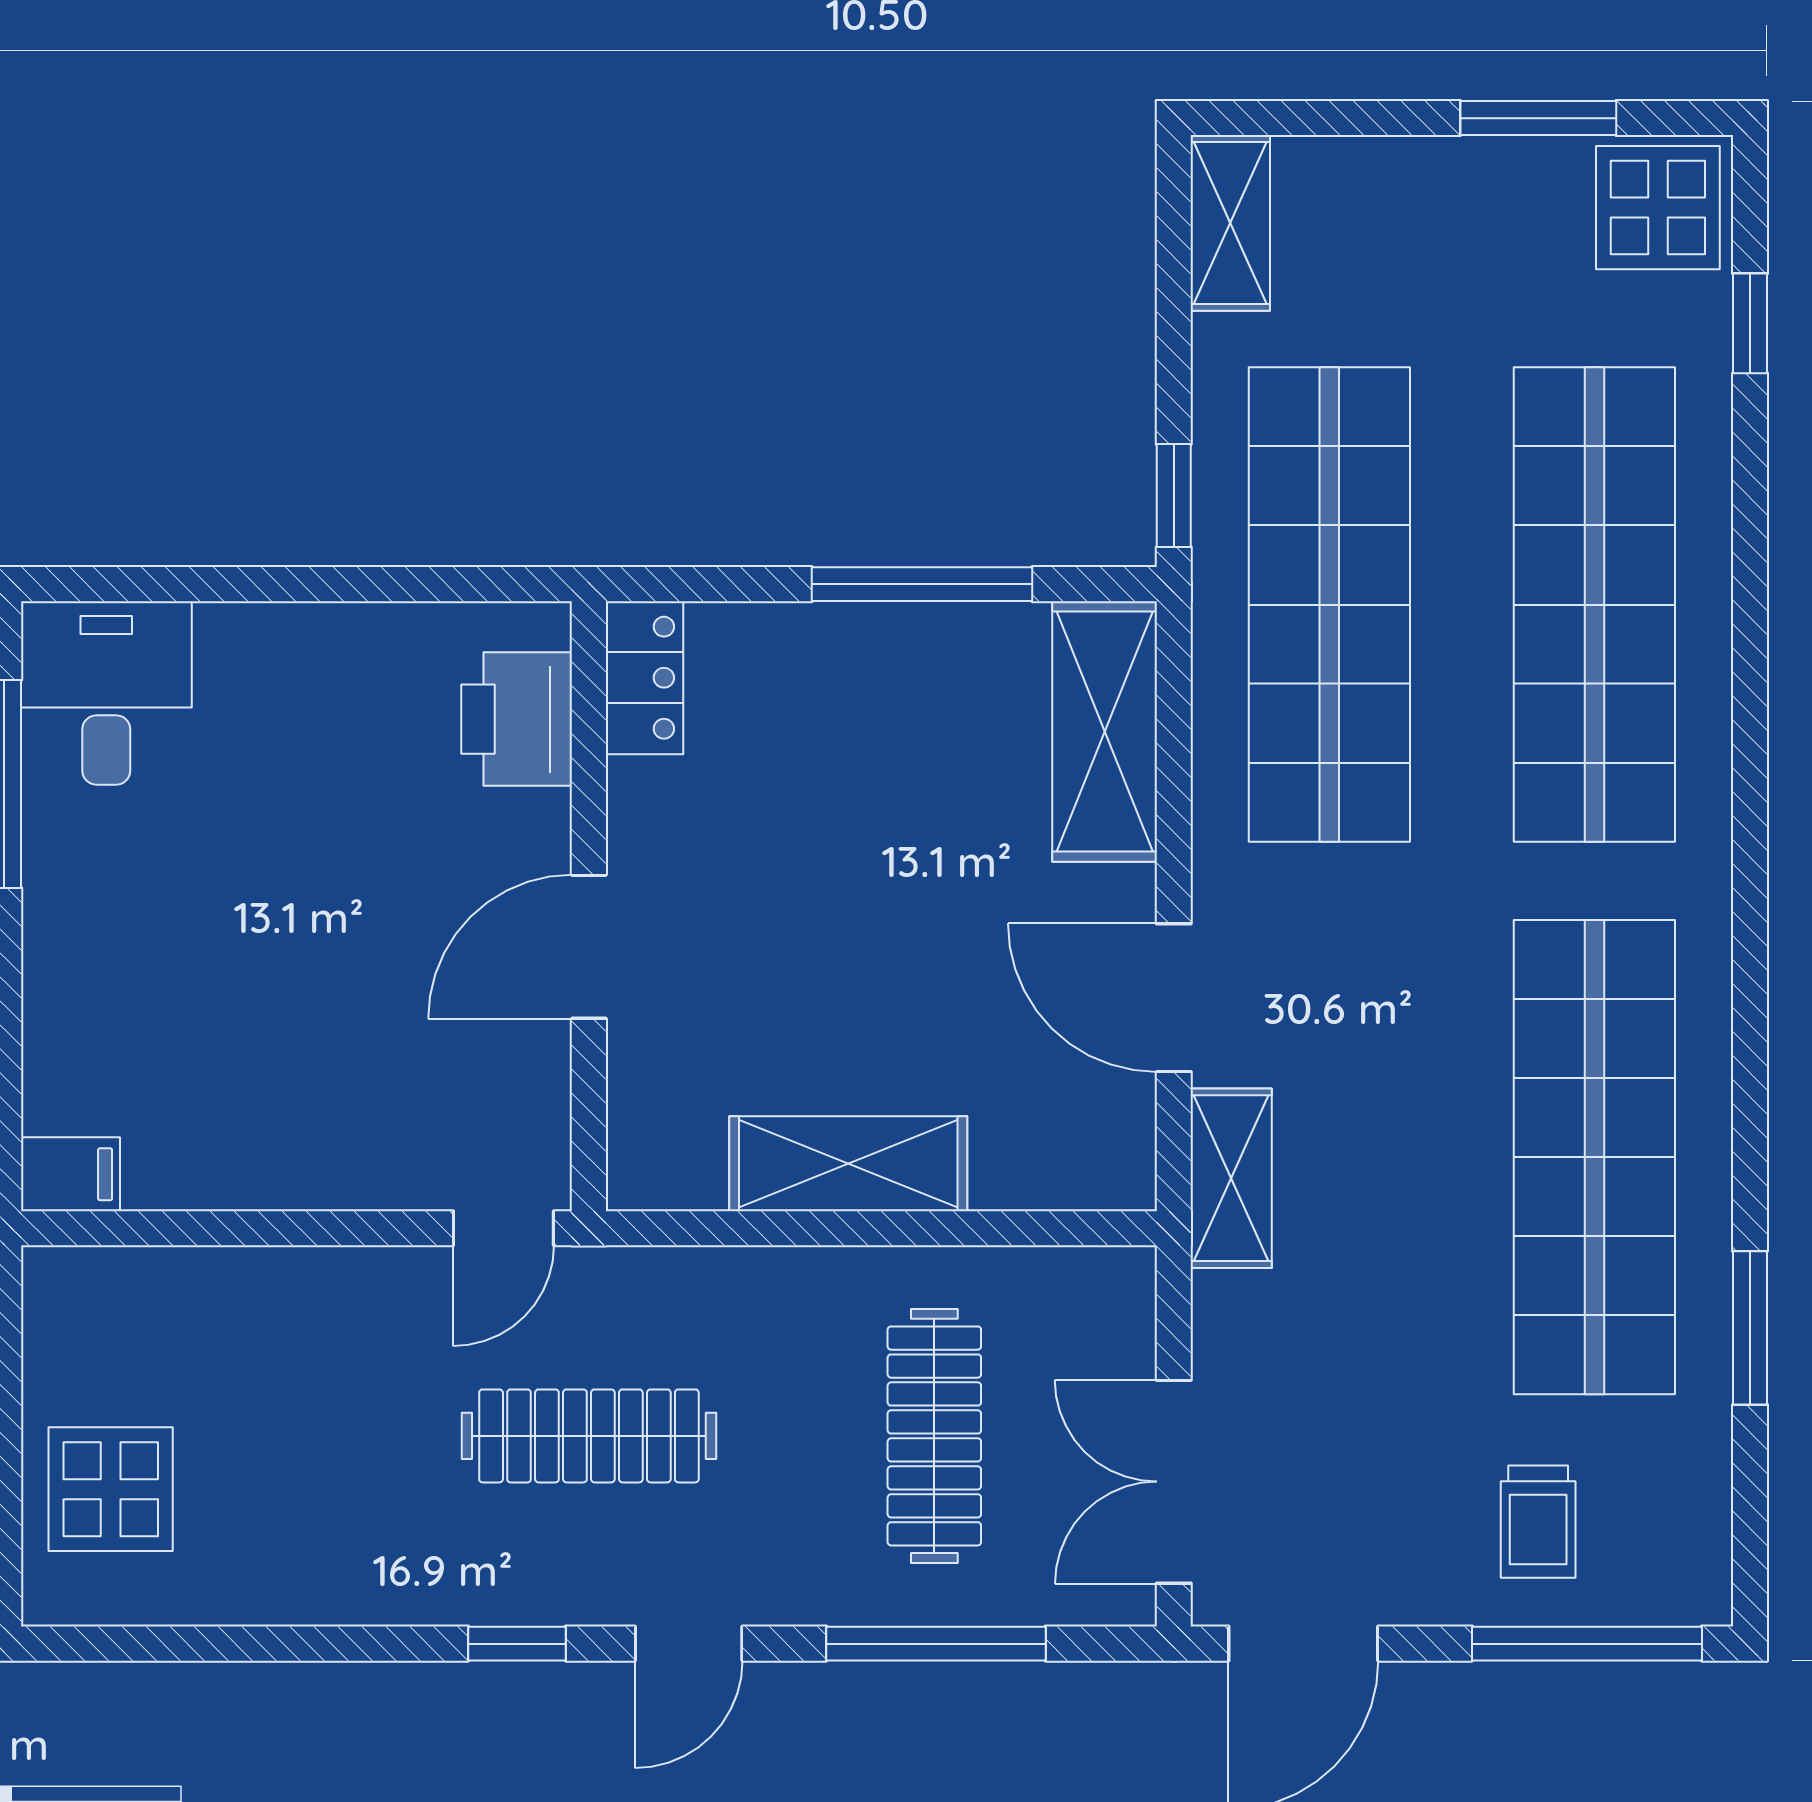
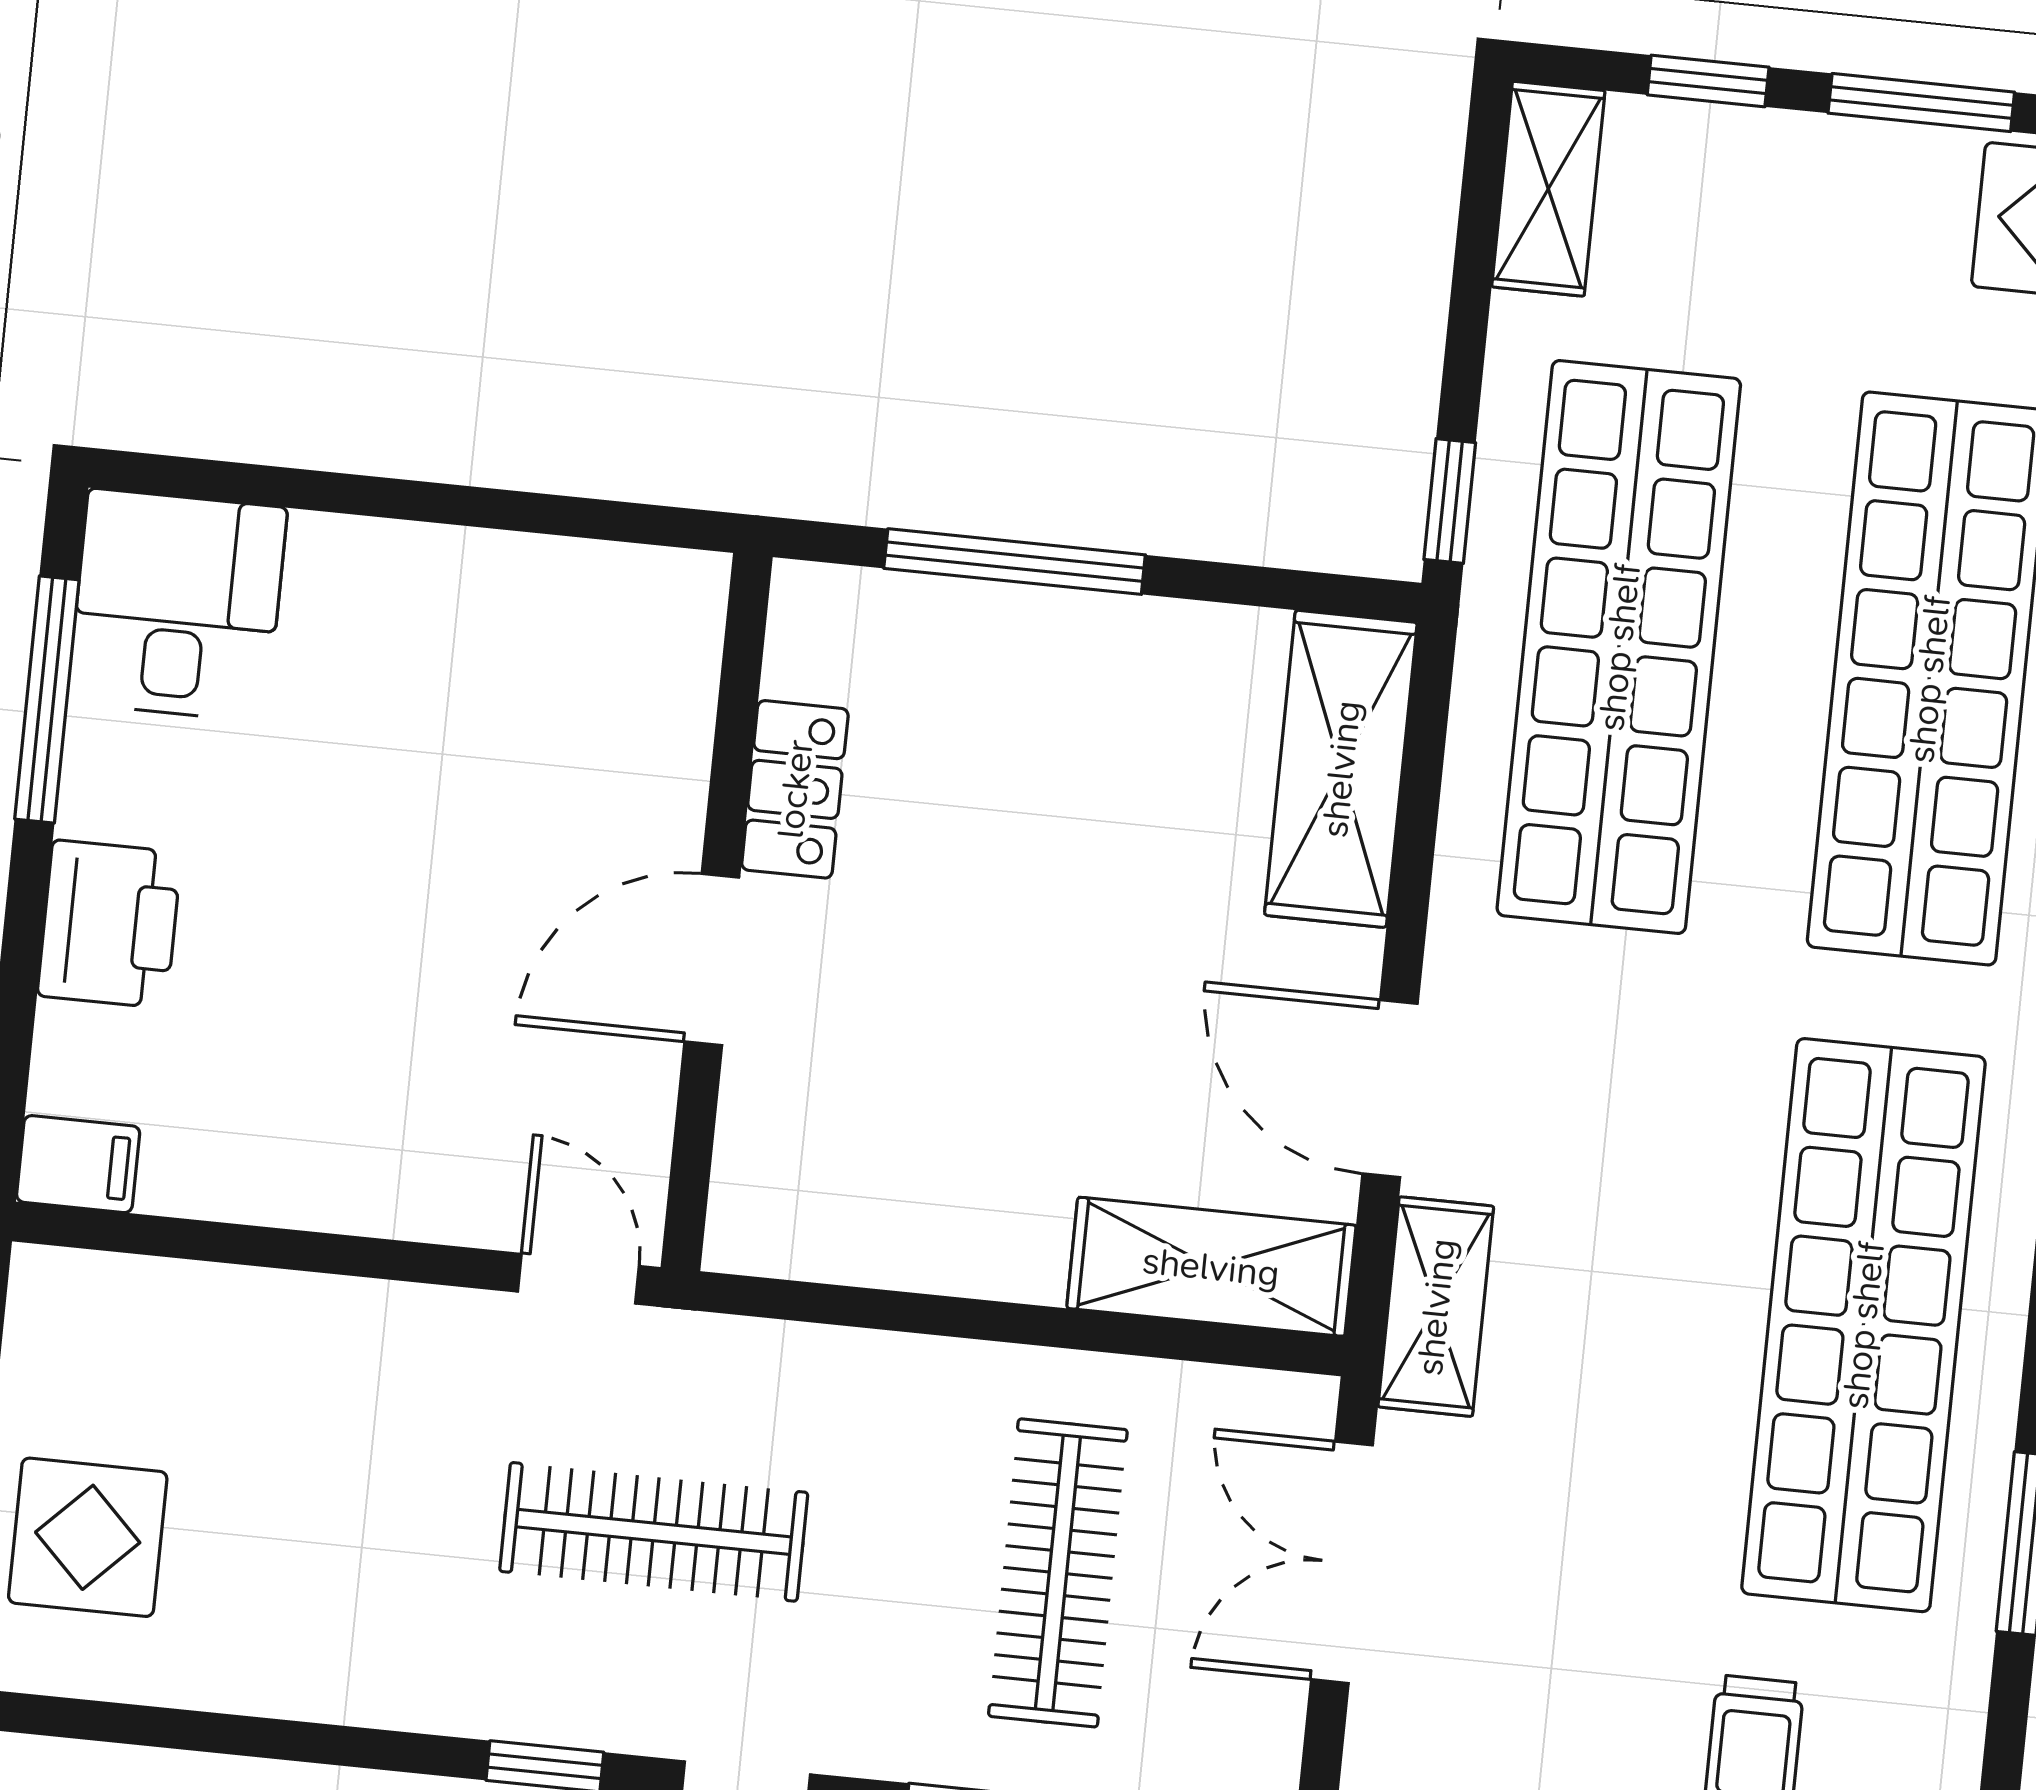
window: (1356, 118) -> (1708, 81), added
window: (922, 584) -> (1015, 562), moved
locker: (645, 678) -> (795, 789), moved
printer: (517, 719) -> (109, 924), moved, turned 180
shelving: (848, 1164) -> (1211, 1267), moved
door: (503, 1228) -> (578, 1279), swing flipped
double door: (1174, 1482) -> (1342, 1562), moved

